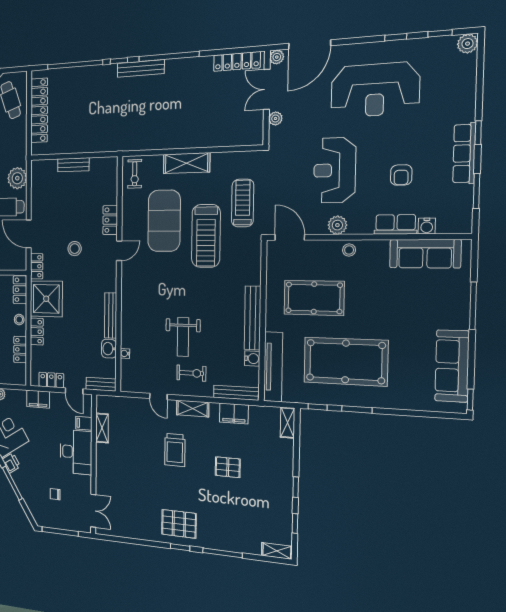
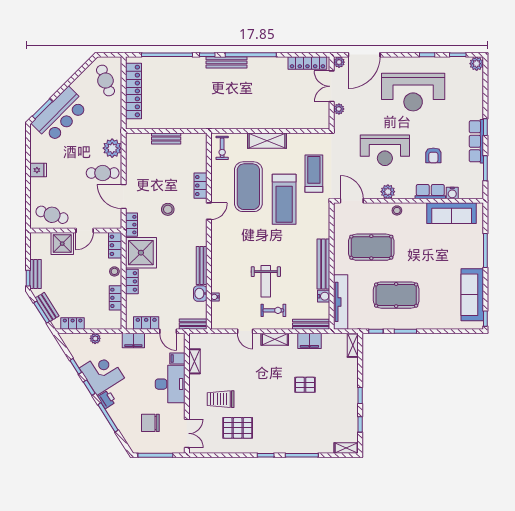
reception desk: (335, 170) -> (385, 150), turned -90
pool table: (346, 361) -> (396, 295), width x0.73, depth x0.76
trolley: (175, 450) -> (221, 399), moved, turned 90
chair: (55, 494) -> (150, 423), width x1.87, depth x1.87
pallet: (179, 524) -> (238, 428), moved

